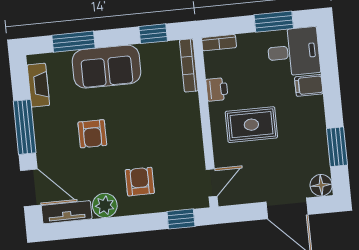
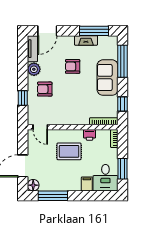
window: (73, 42) -> (122, 61), width x1.44
fireplace: (38, 85) -> (86, 40), moved
rug: (251, 125) -> (69, 151), turned 90
window: (25, 127) -> (94, 31), moved
window: (337, 147) -> (53, 196), width x1.44
armchair: (140, 182) -> (45, 89), turned 180
window: (181, 219) -> (23, 98), moved

